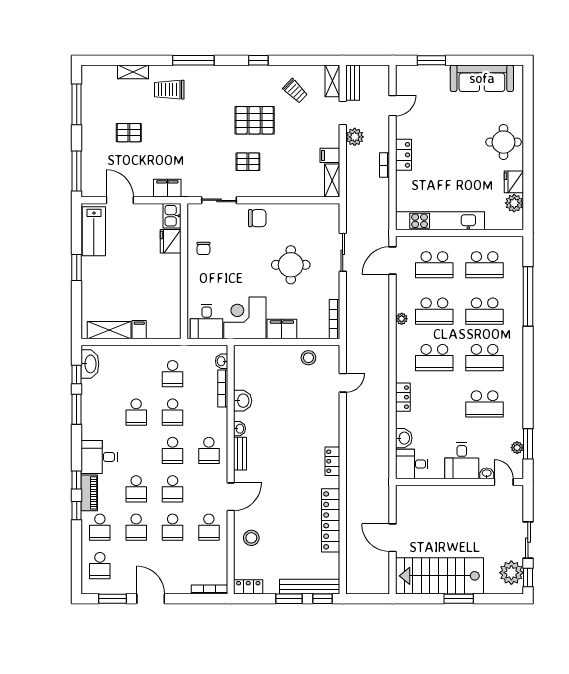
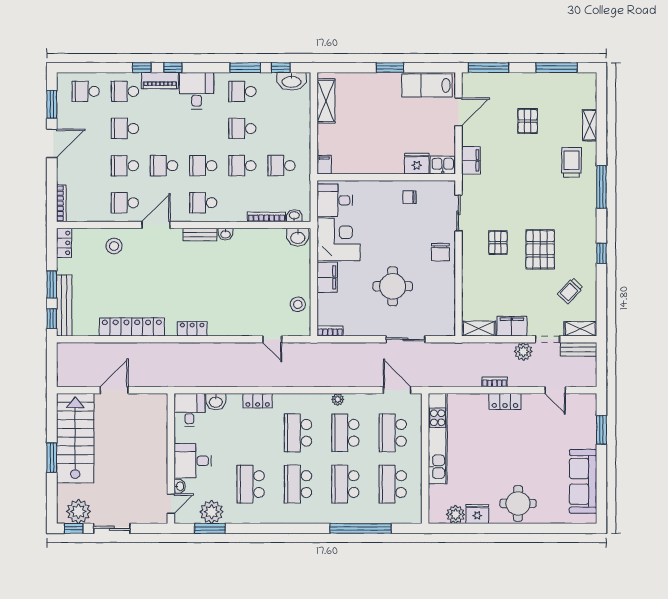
filing cabinet: (330, 155) -> (512, 326), width x2.00
bookcase: (335, 319) -> (330, 331), width x0.64
filing cabinet: (139, 330) -> (324, 165), moved, turned -90
washbasin: (243, 401) -> (298, 237), moved
plant: (517, 448) -> (212, 512), width x1.87, depth x1.87
school desk: (136, 489) -> (242, 91), moved
door: (231, 497) -> (156, 225), swing flipped

